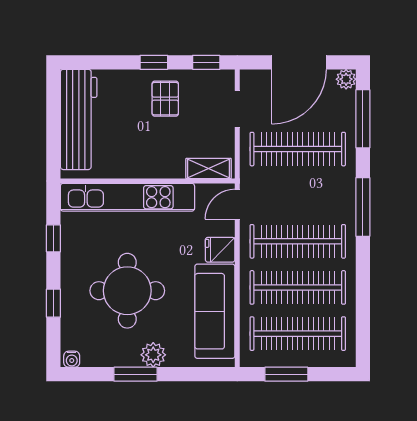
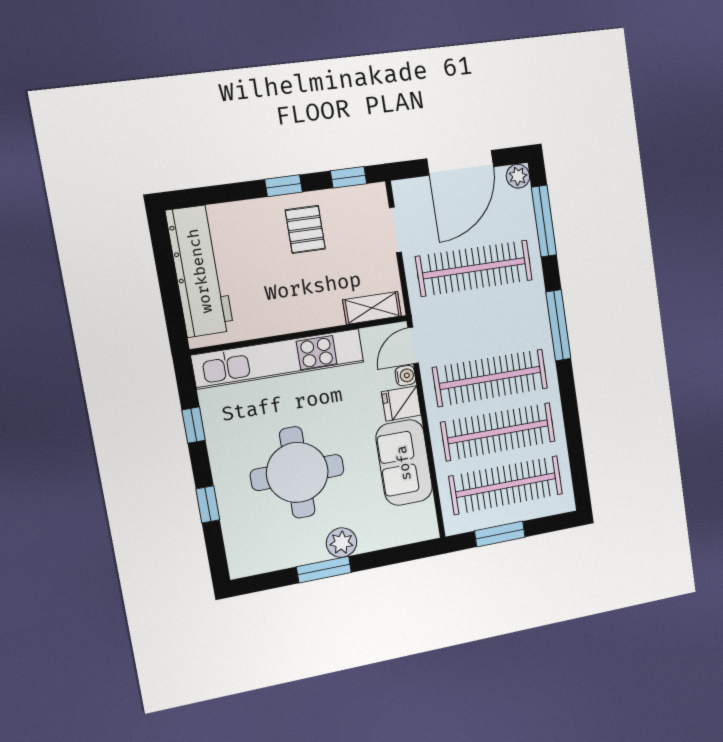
sofa: (215, 311) -> (404, 463), width x0.73
water cooler: (72, 359) -> (405, 376), moved, turned -90

